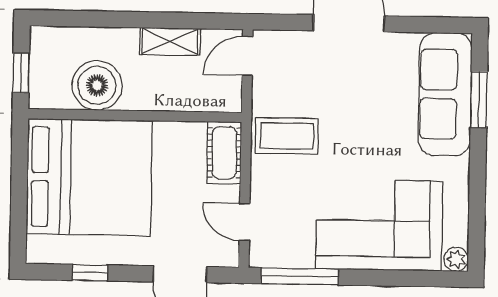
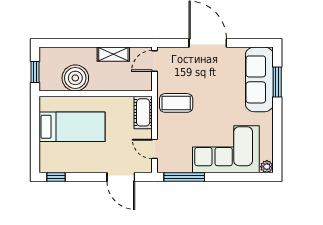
bed: (89, 177) -> (72, 127), width x0.49
window: (90, 273) -> (56, 177), moved

